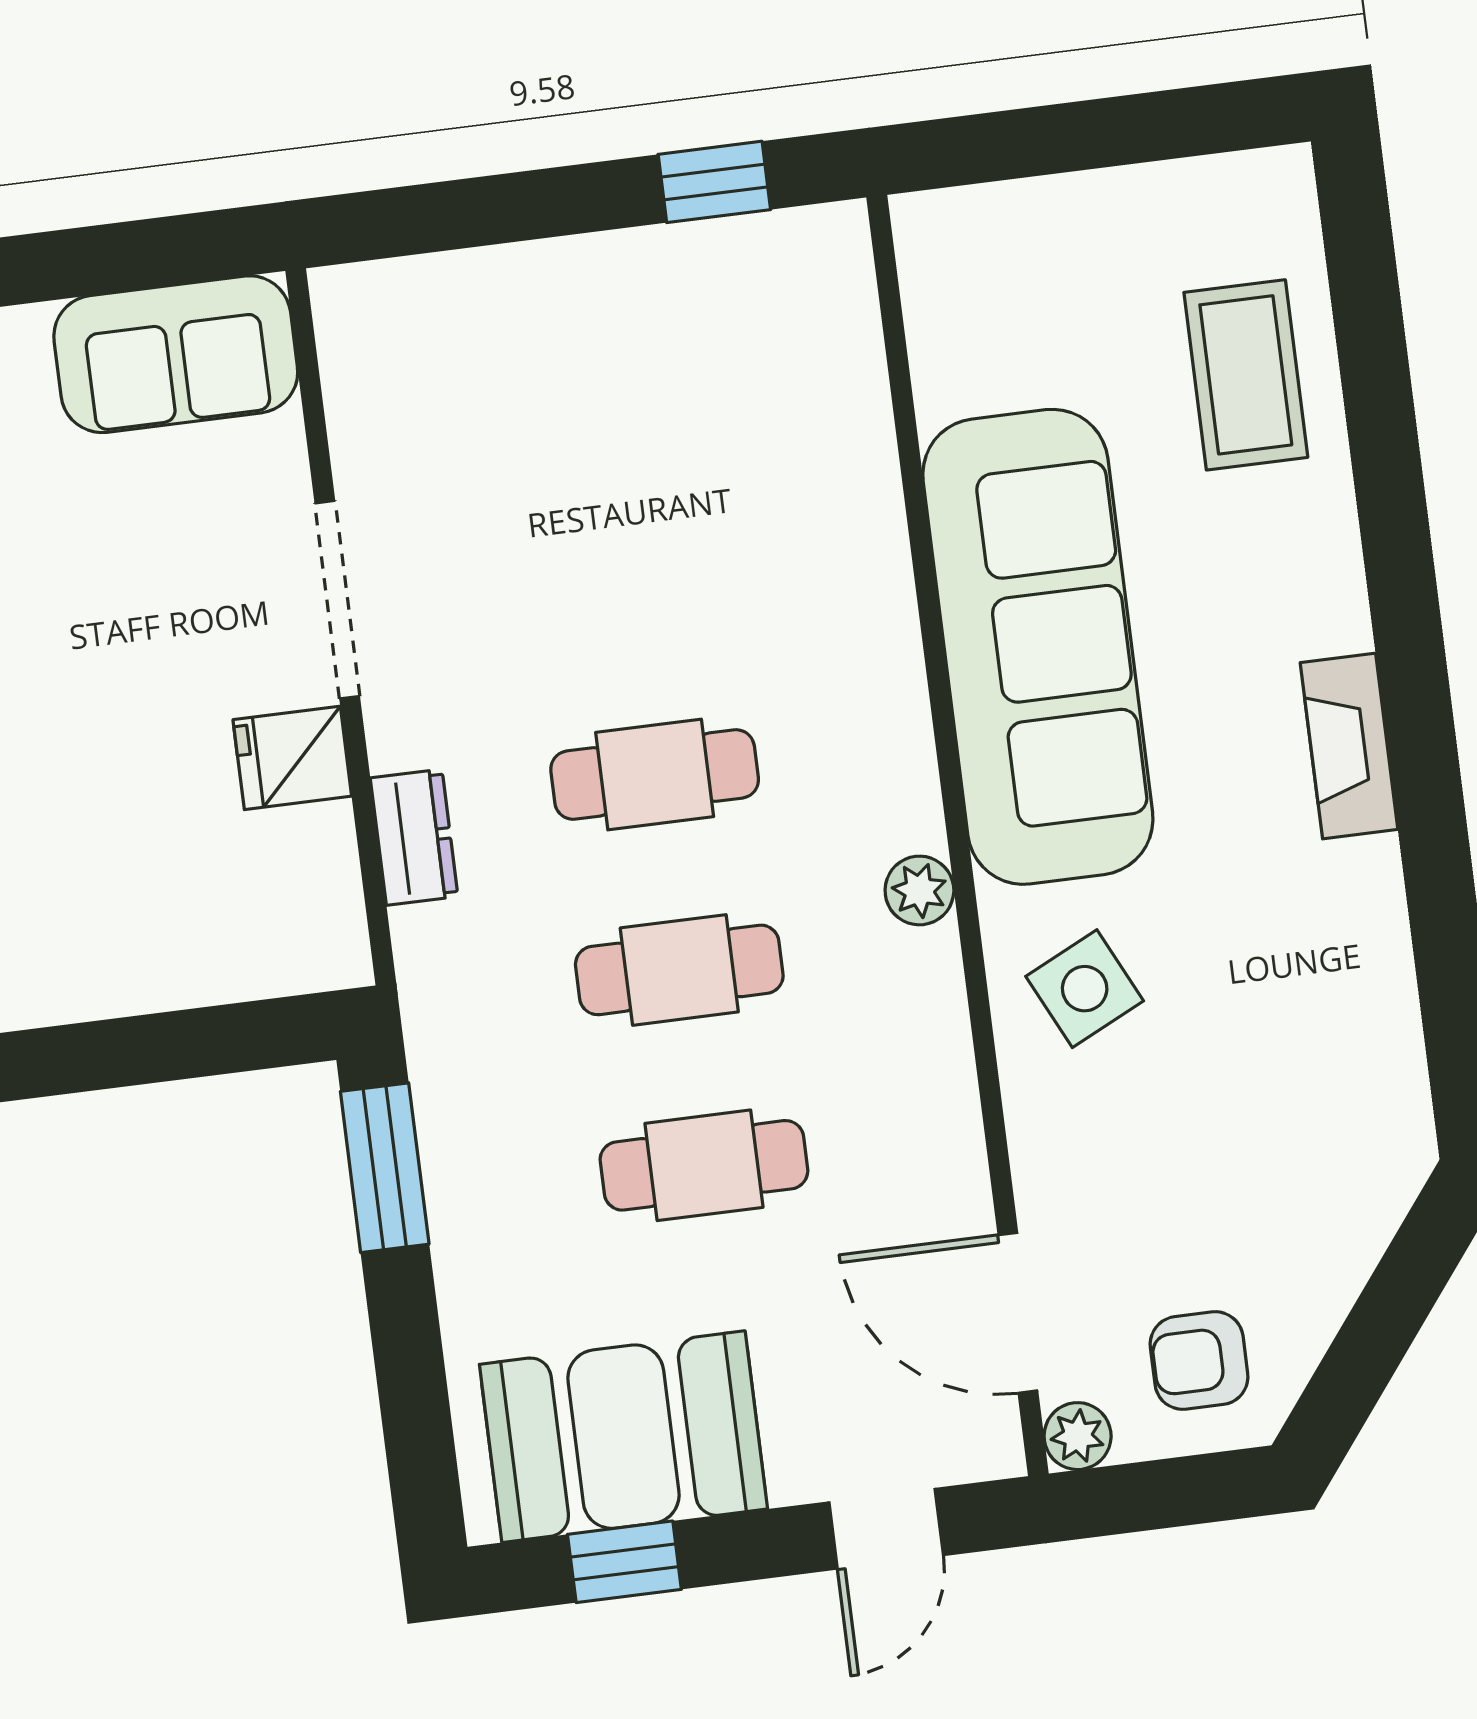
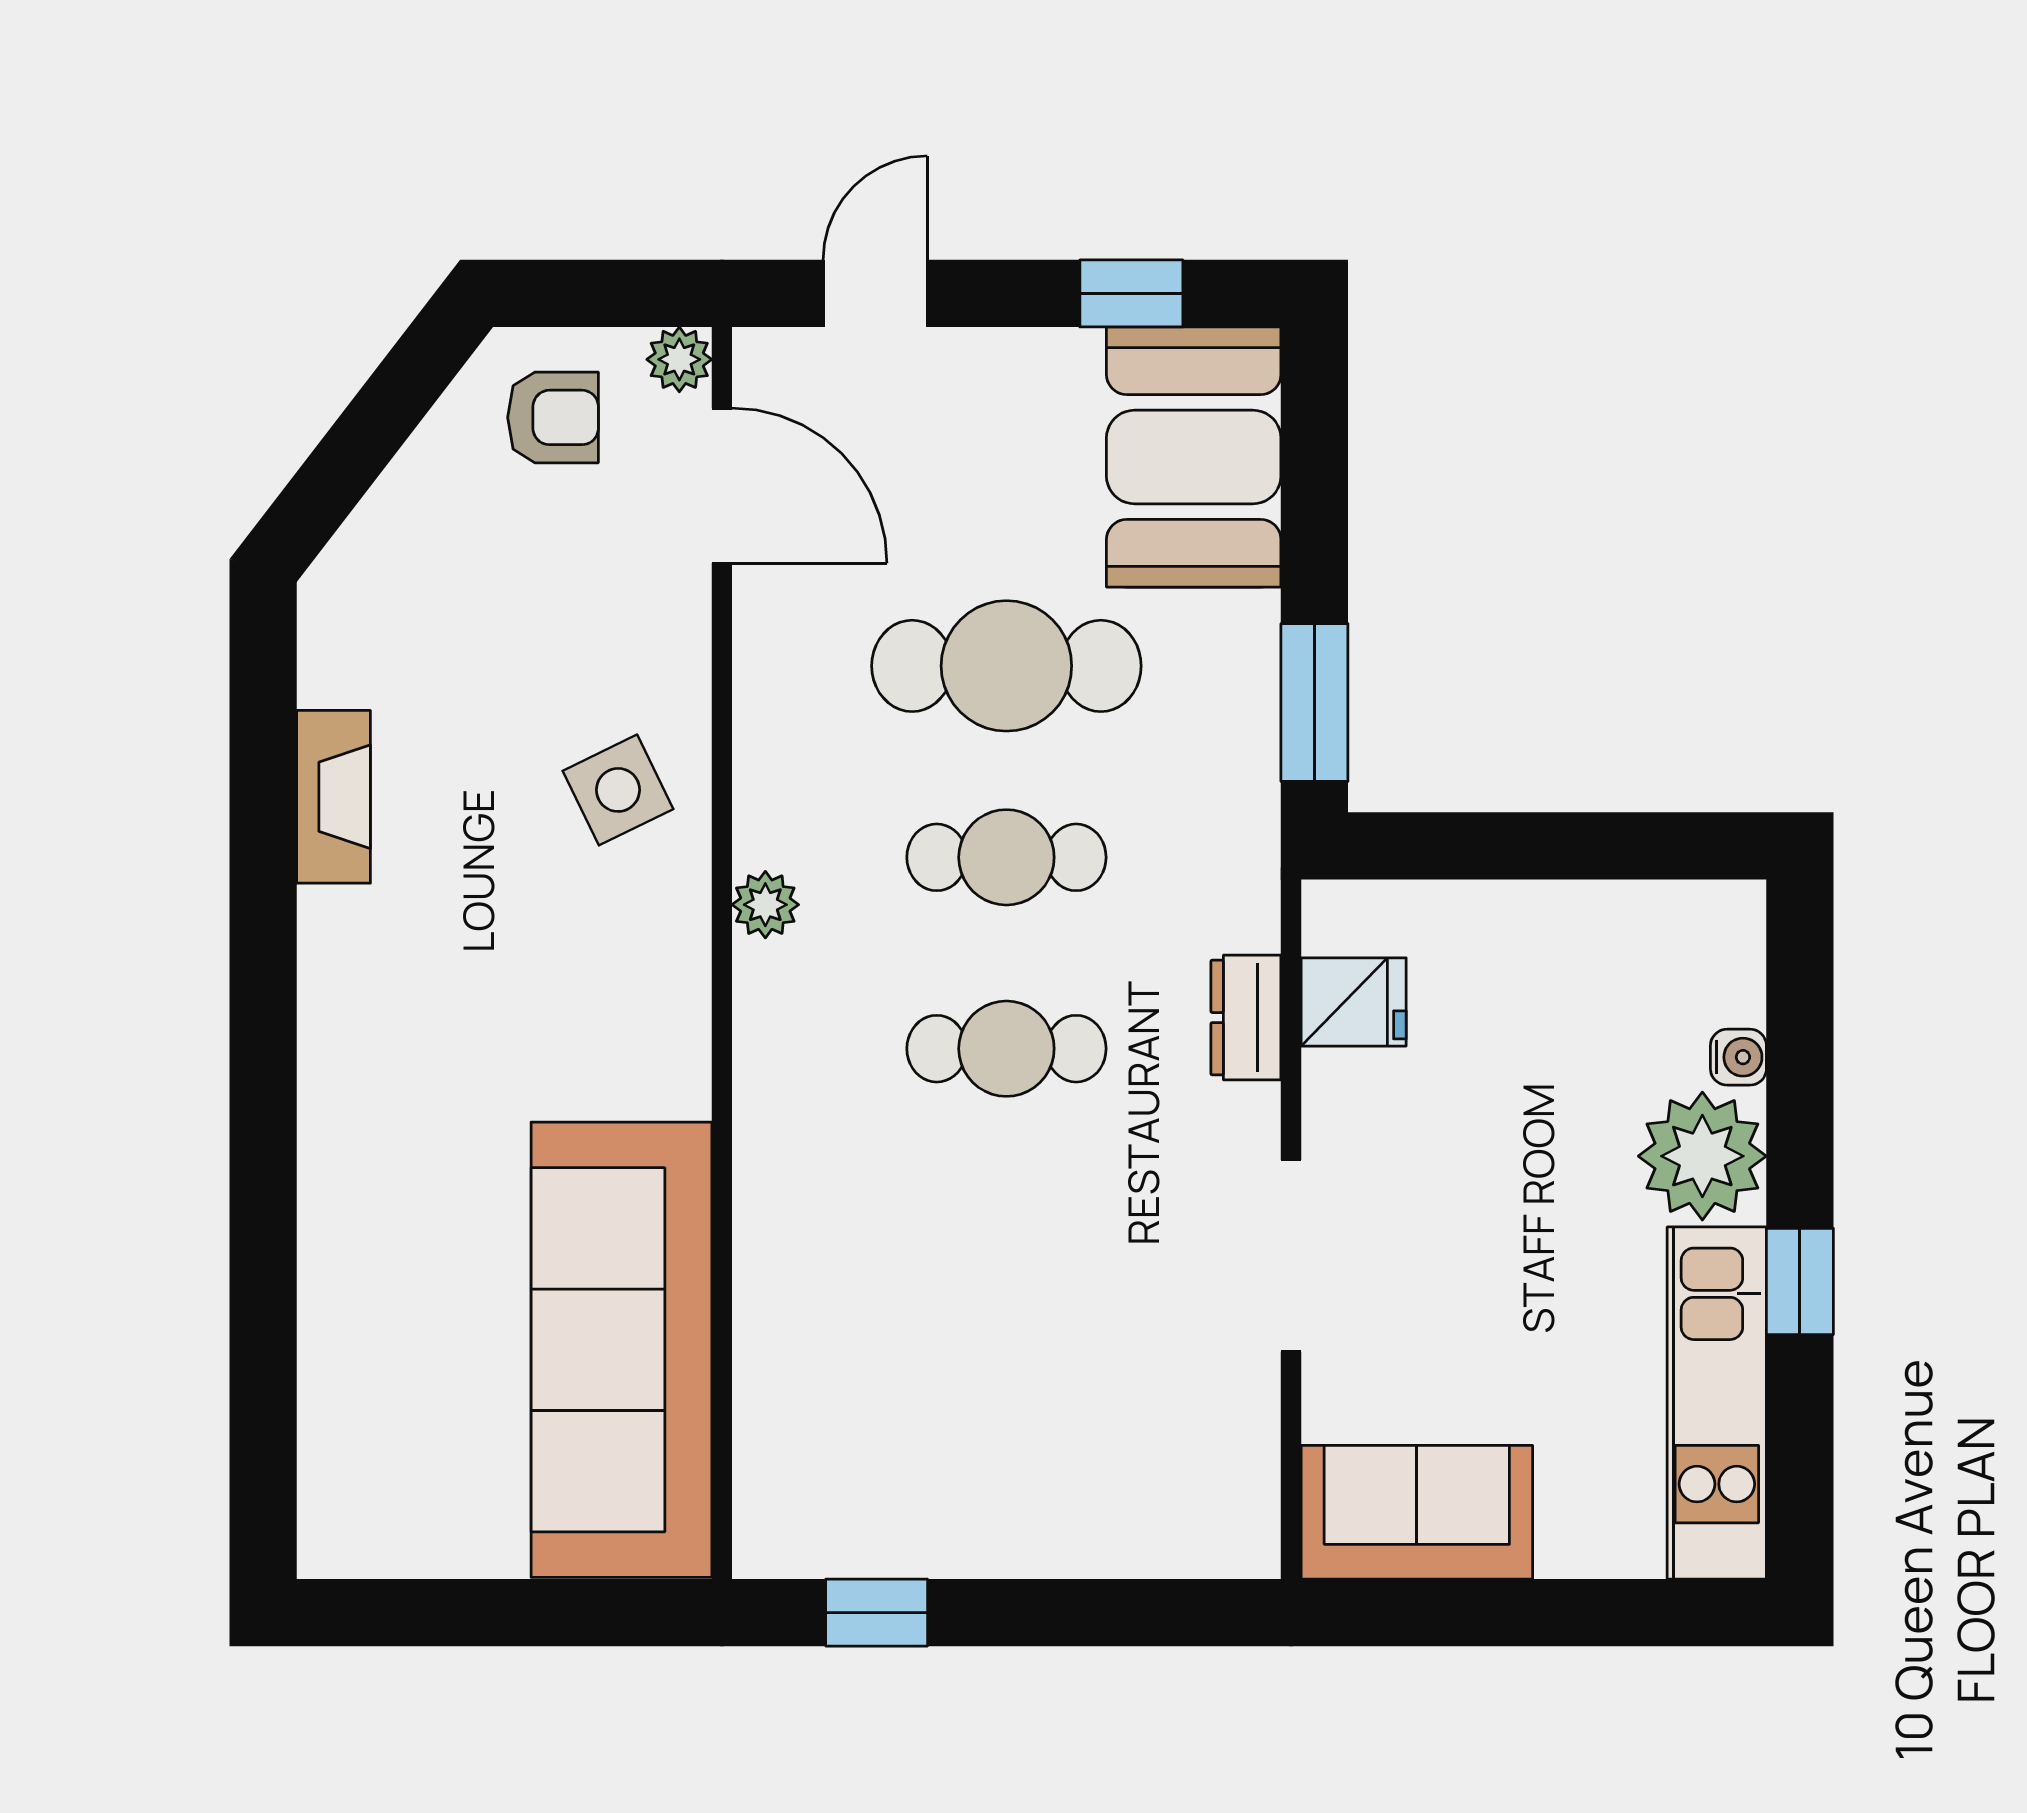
coffee table: (1246, 375) -> (388, 1362), removed
sofa: (1038, 647) -> (621, 1350), moved
fireplace: (1349, 746) -> (334, 797), moved
fridge: (292, 758) -> (1354, 1002), moved
cafe table: (704, 1165) -> (1006, 666), width x1.37, depth x1.35
booth: (623, 1437) -> (1194, 457), moved, turned 90

